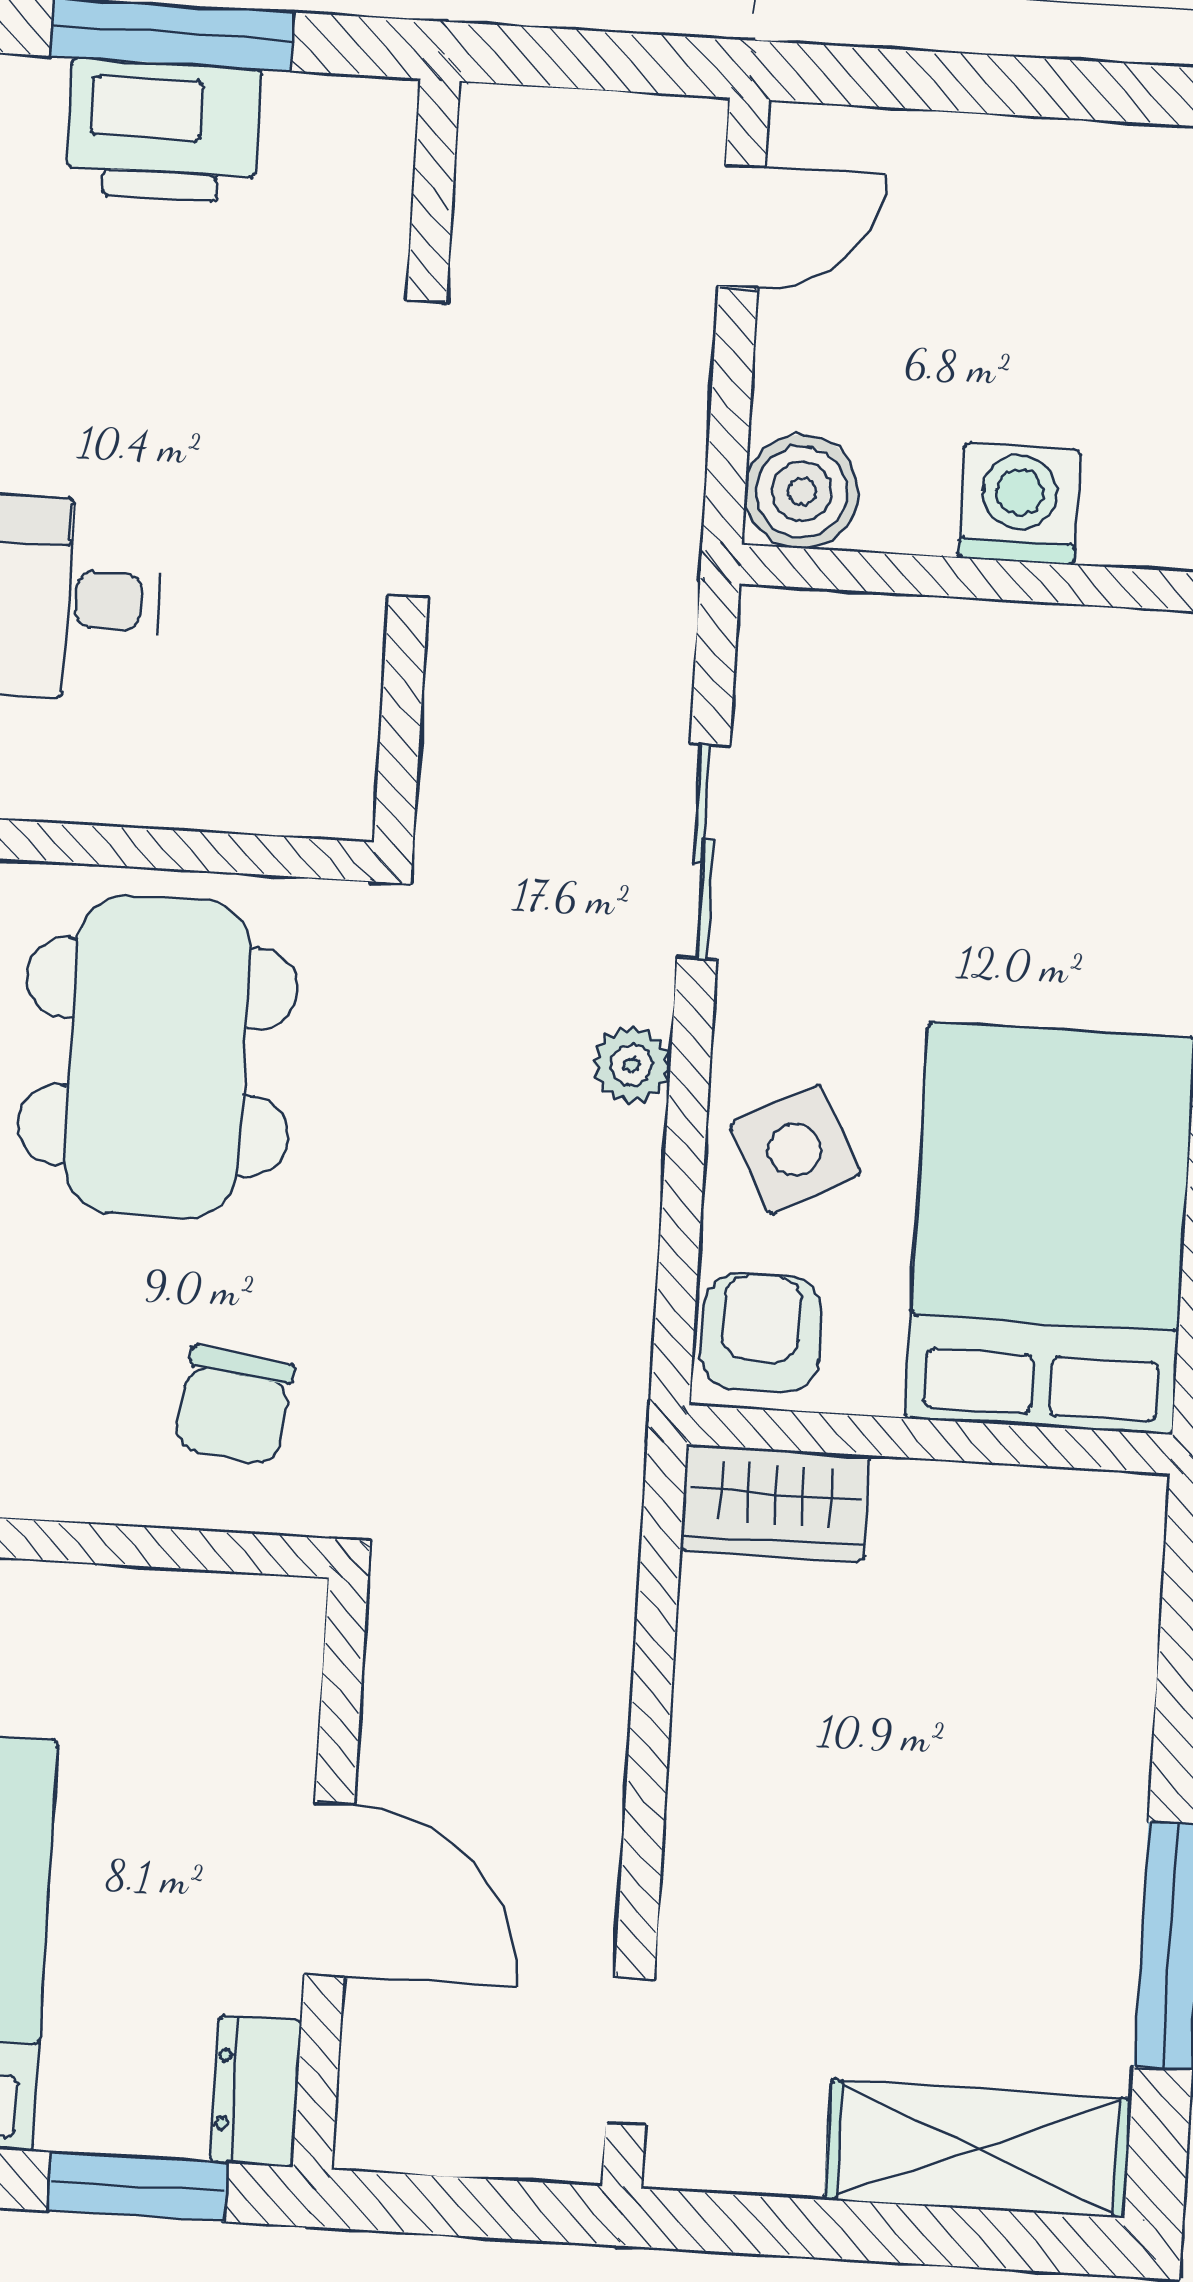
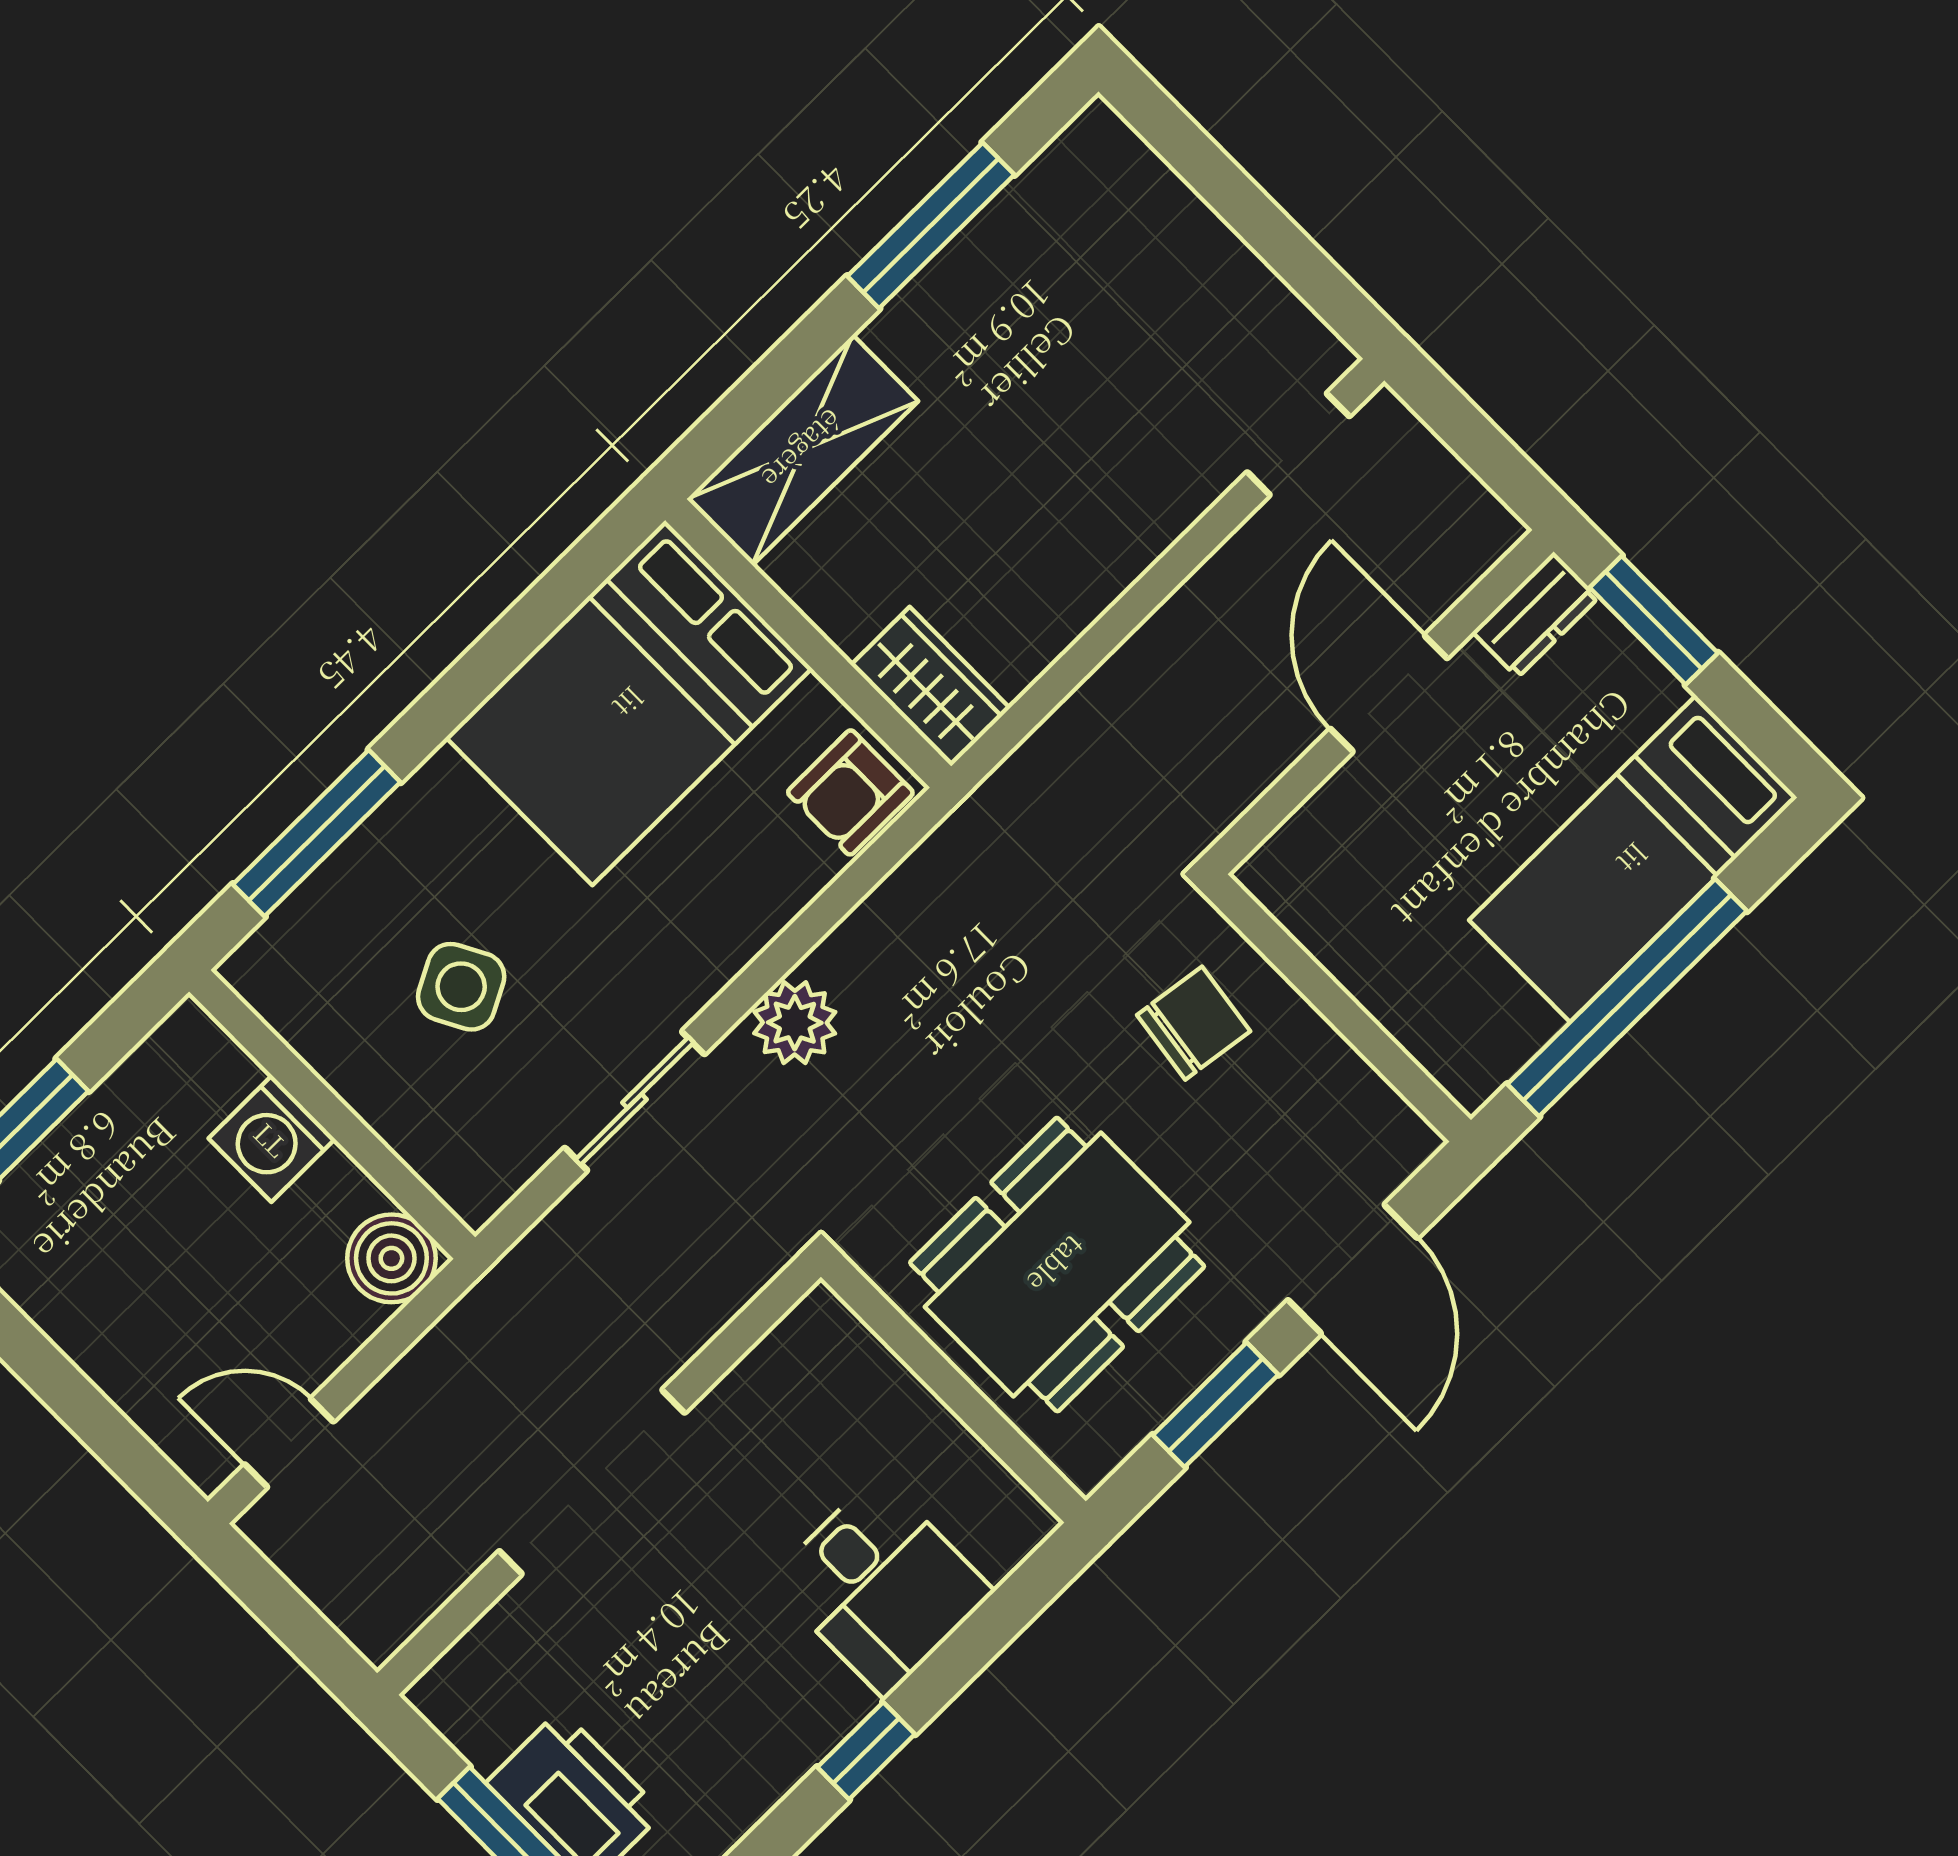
plant: (632, 1065) -> (795, 1023), width x1.38, depth x1.38
side table: (795, 1149) -> (461, 987), moved
shelving: (978, 2149) -> (803, 450), moved, turned 90

